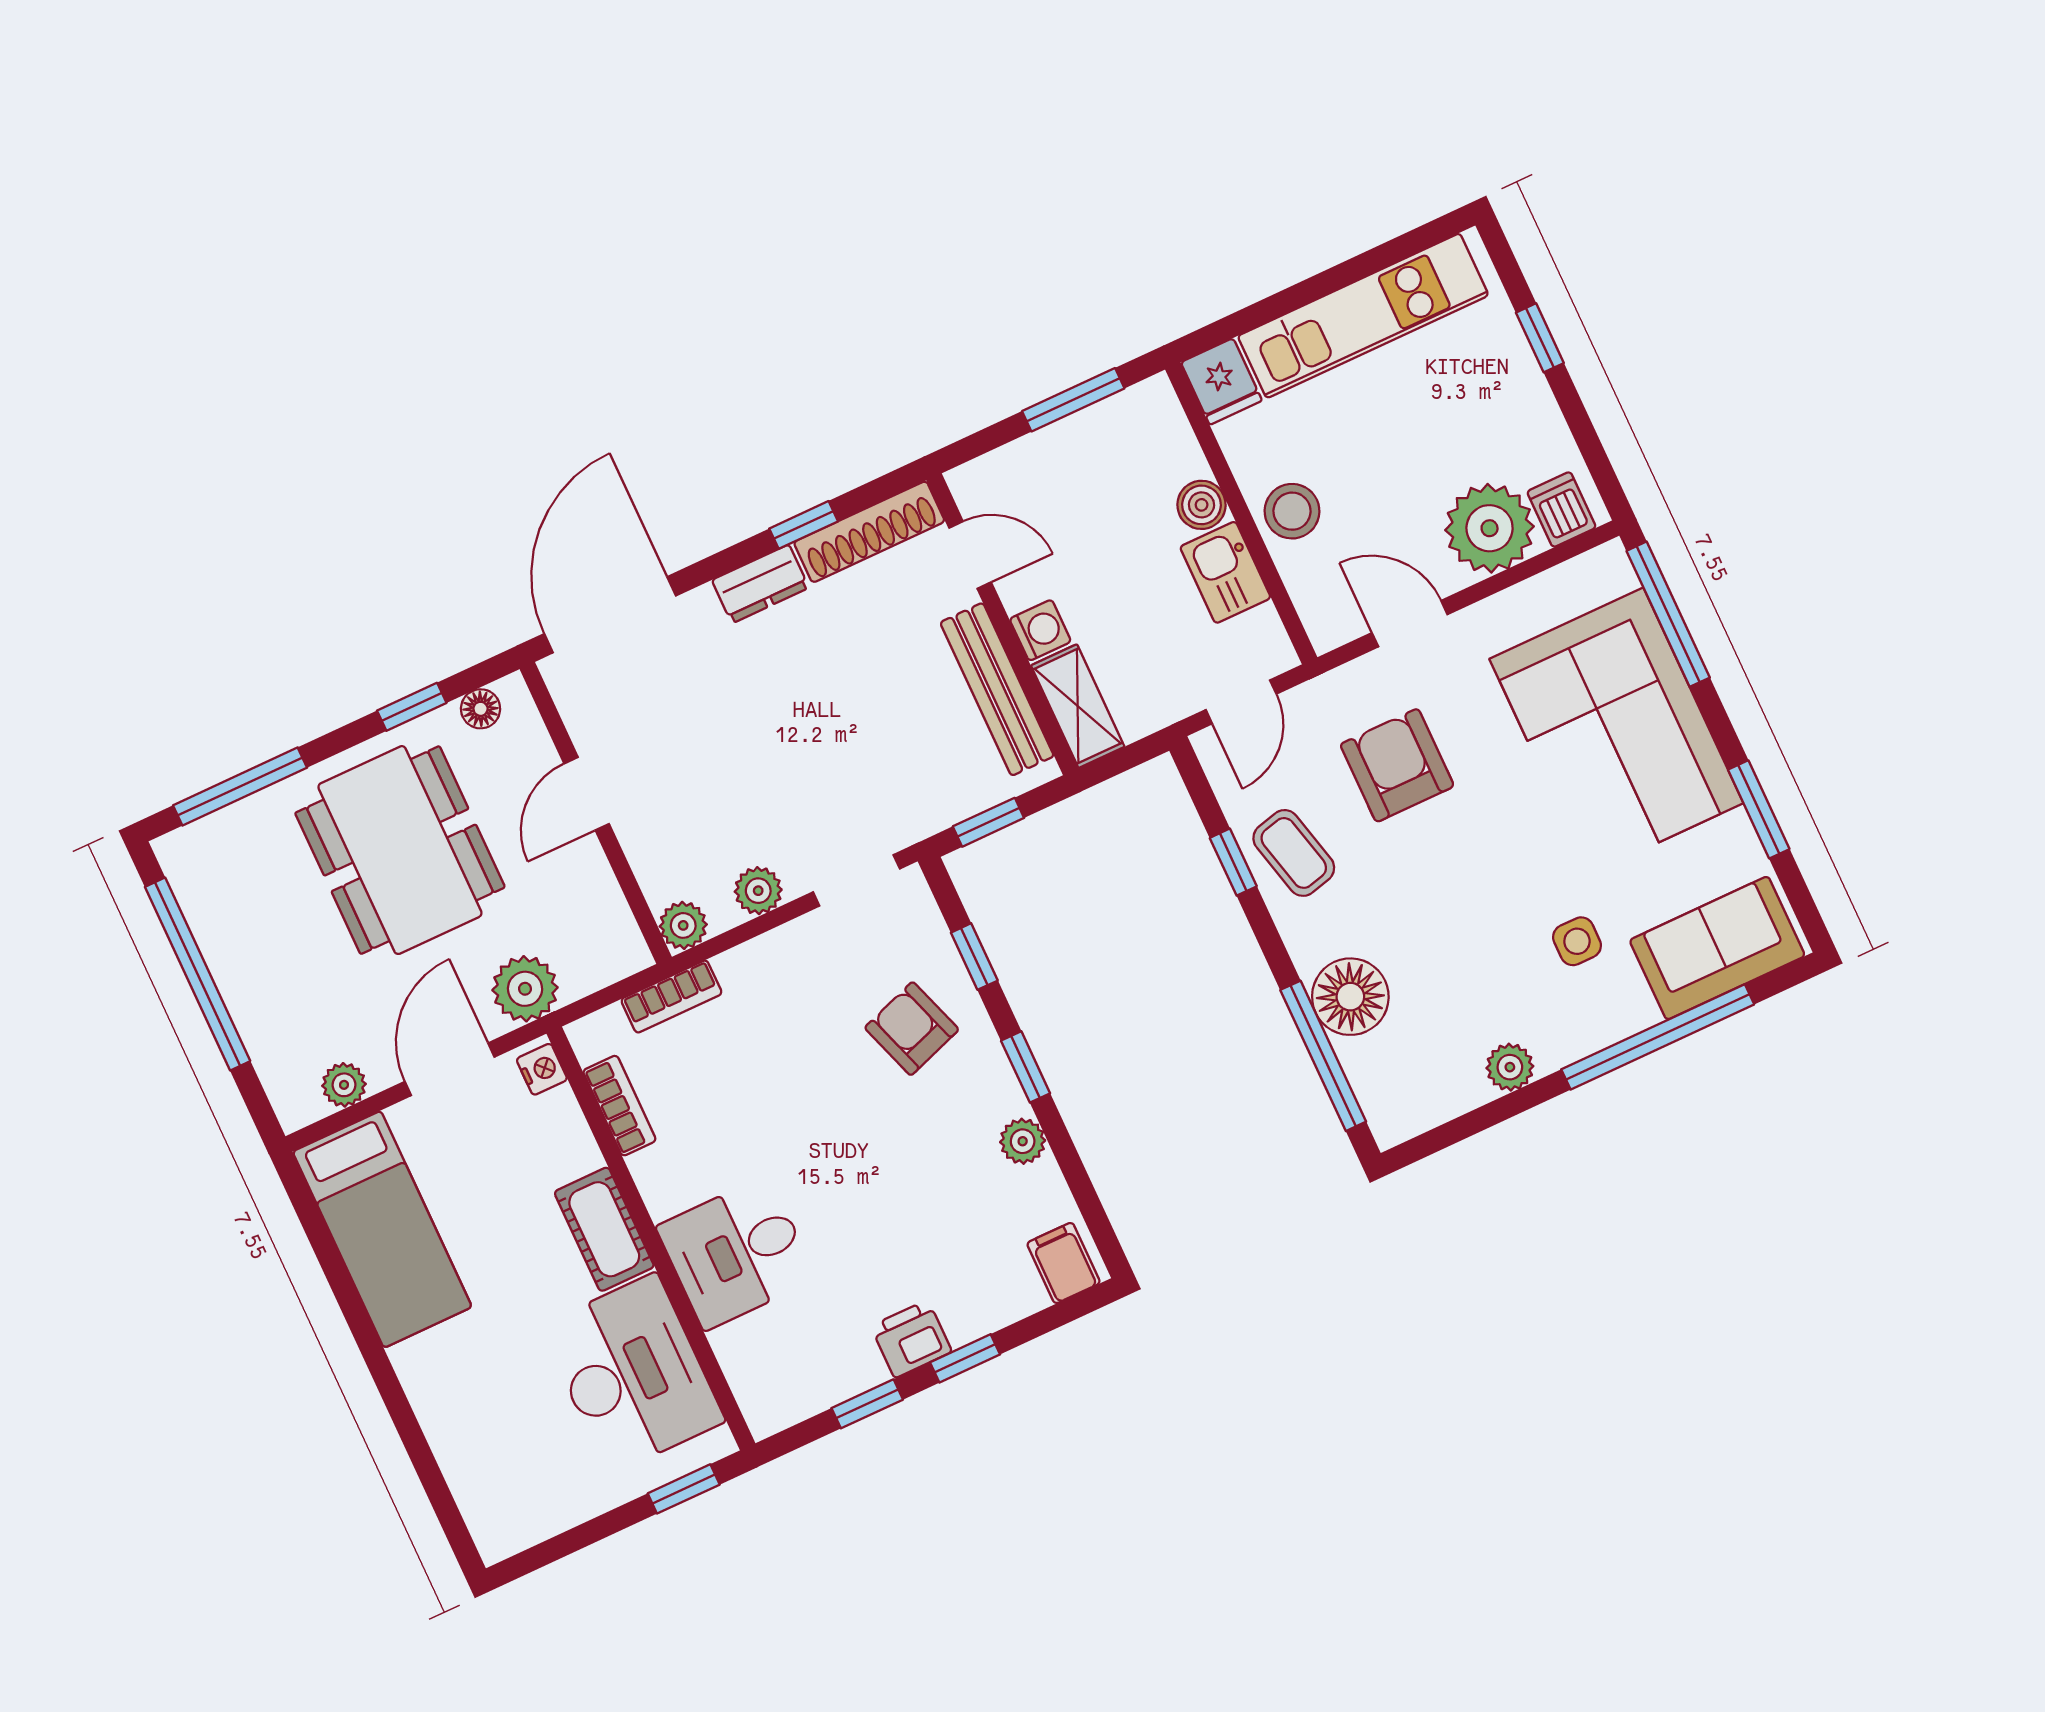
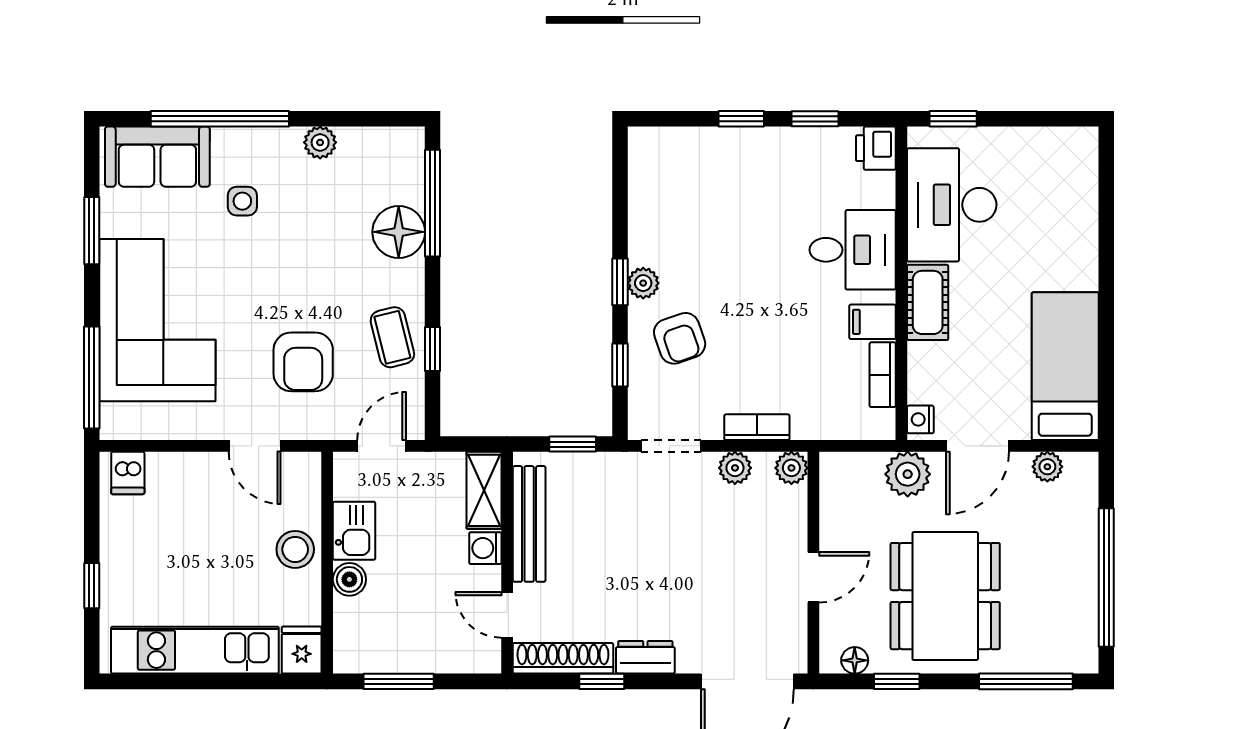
plant: (1490, 528) -> (178, 482), removed
bookcase: (671, 997) -> (757, 427), moved
plant: (1023, 1141) -> (643, 283), moved
filing cabinet: (1064, 1263) -> (873, 322), moved, turned 90
printer: (911, 1339) -> (876, 148), moved, turned 90

